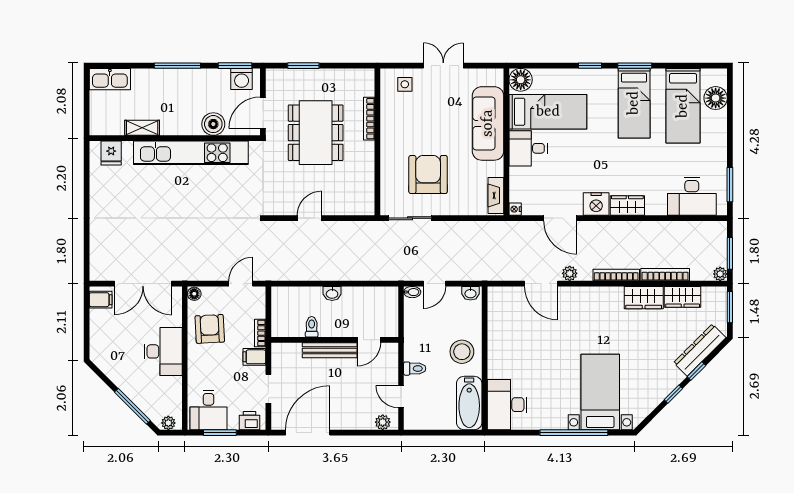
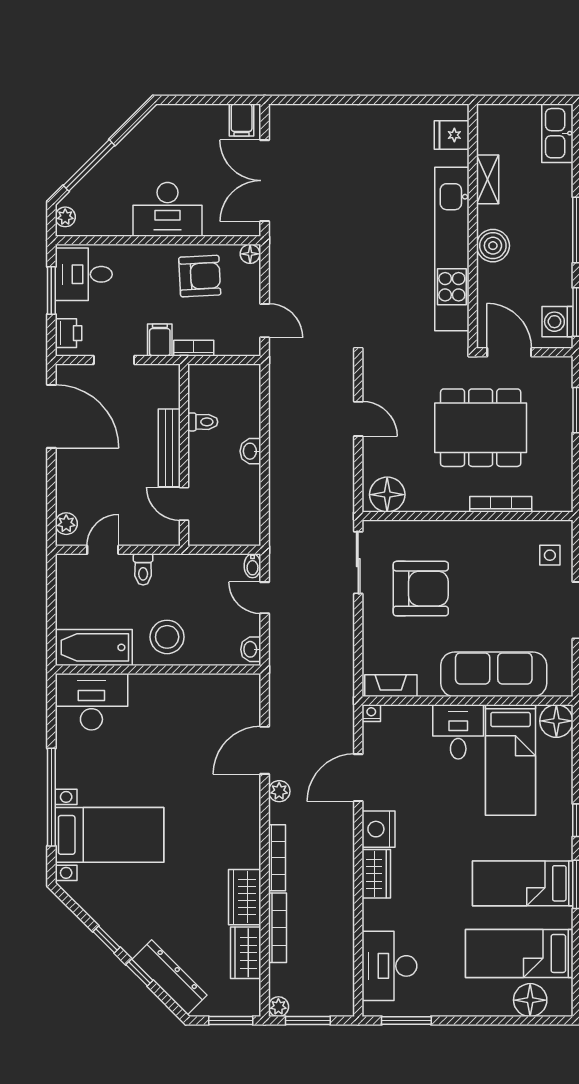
boiler: (213, 124) -> (493, 246), moved
floor lamp: (362, 198) -> (387, 495), added

